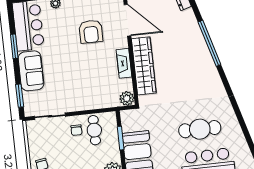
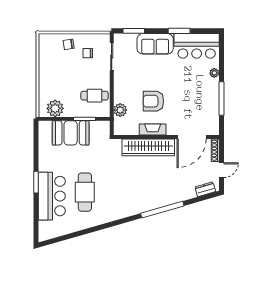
armchair: (91, 32) -> (153, 101), moved
plant: (127, 98) -> (120, 110), moved
chair: (76, 130) -> (88, 53), moved

